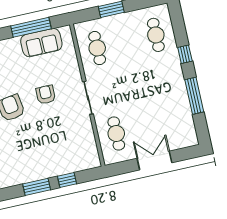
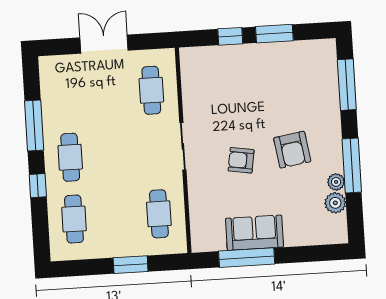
sofa: (41, 43) -> (254, 233), moved
cafe table: (165, 78) -> (70, 157), added
armchair: (46, 95) -> (241, 160), turned 99
double door: (154, 161) -> (104, 44), swing flipped

